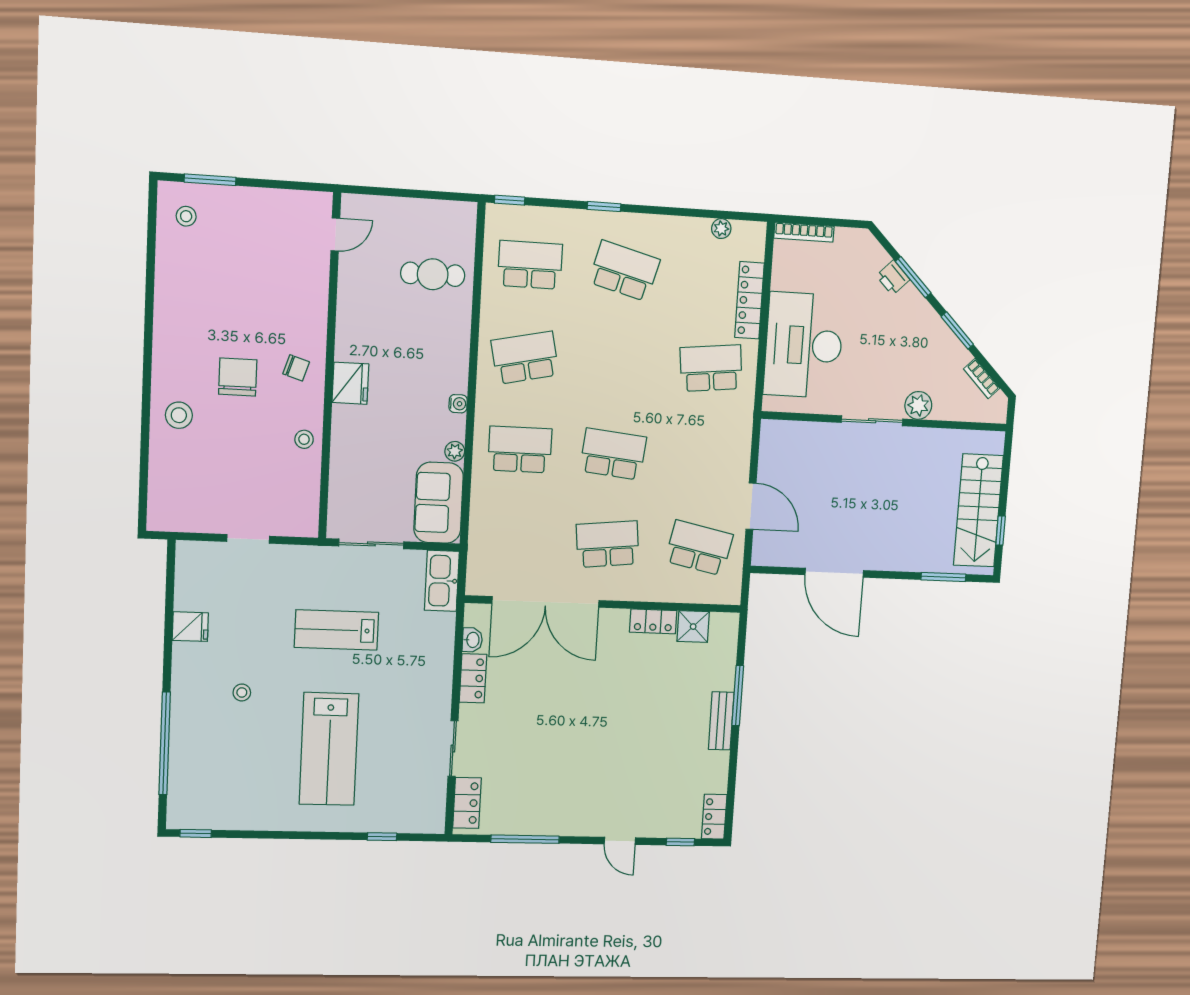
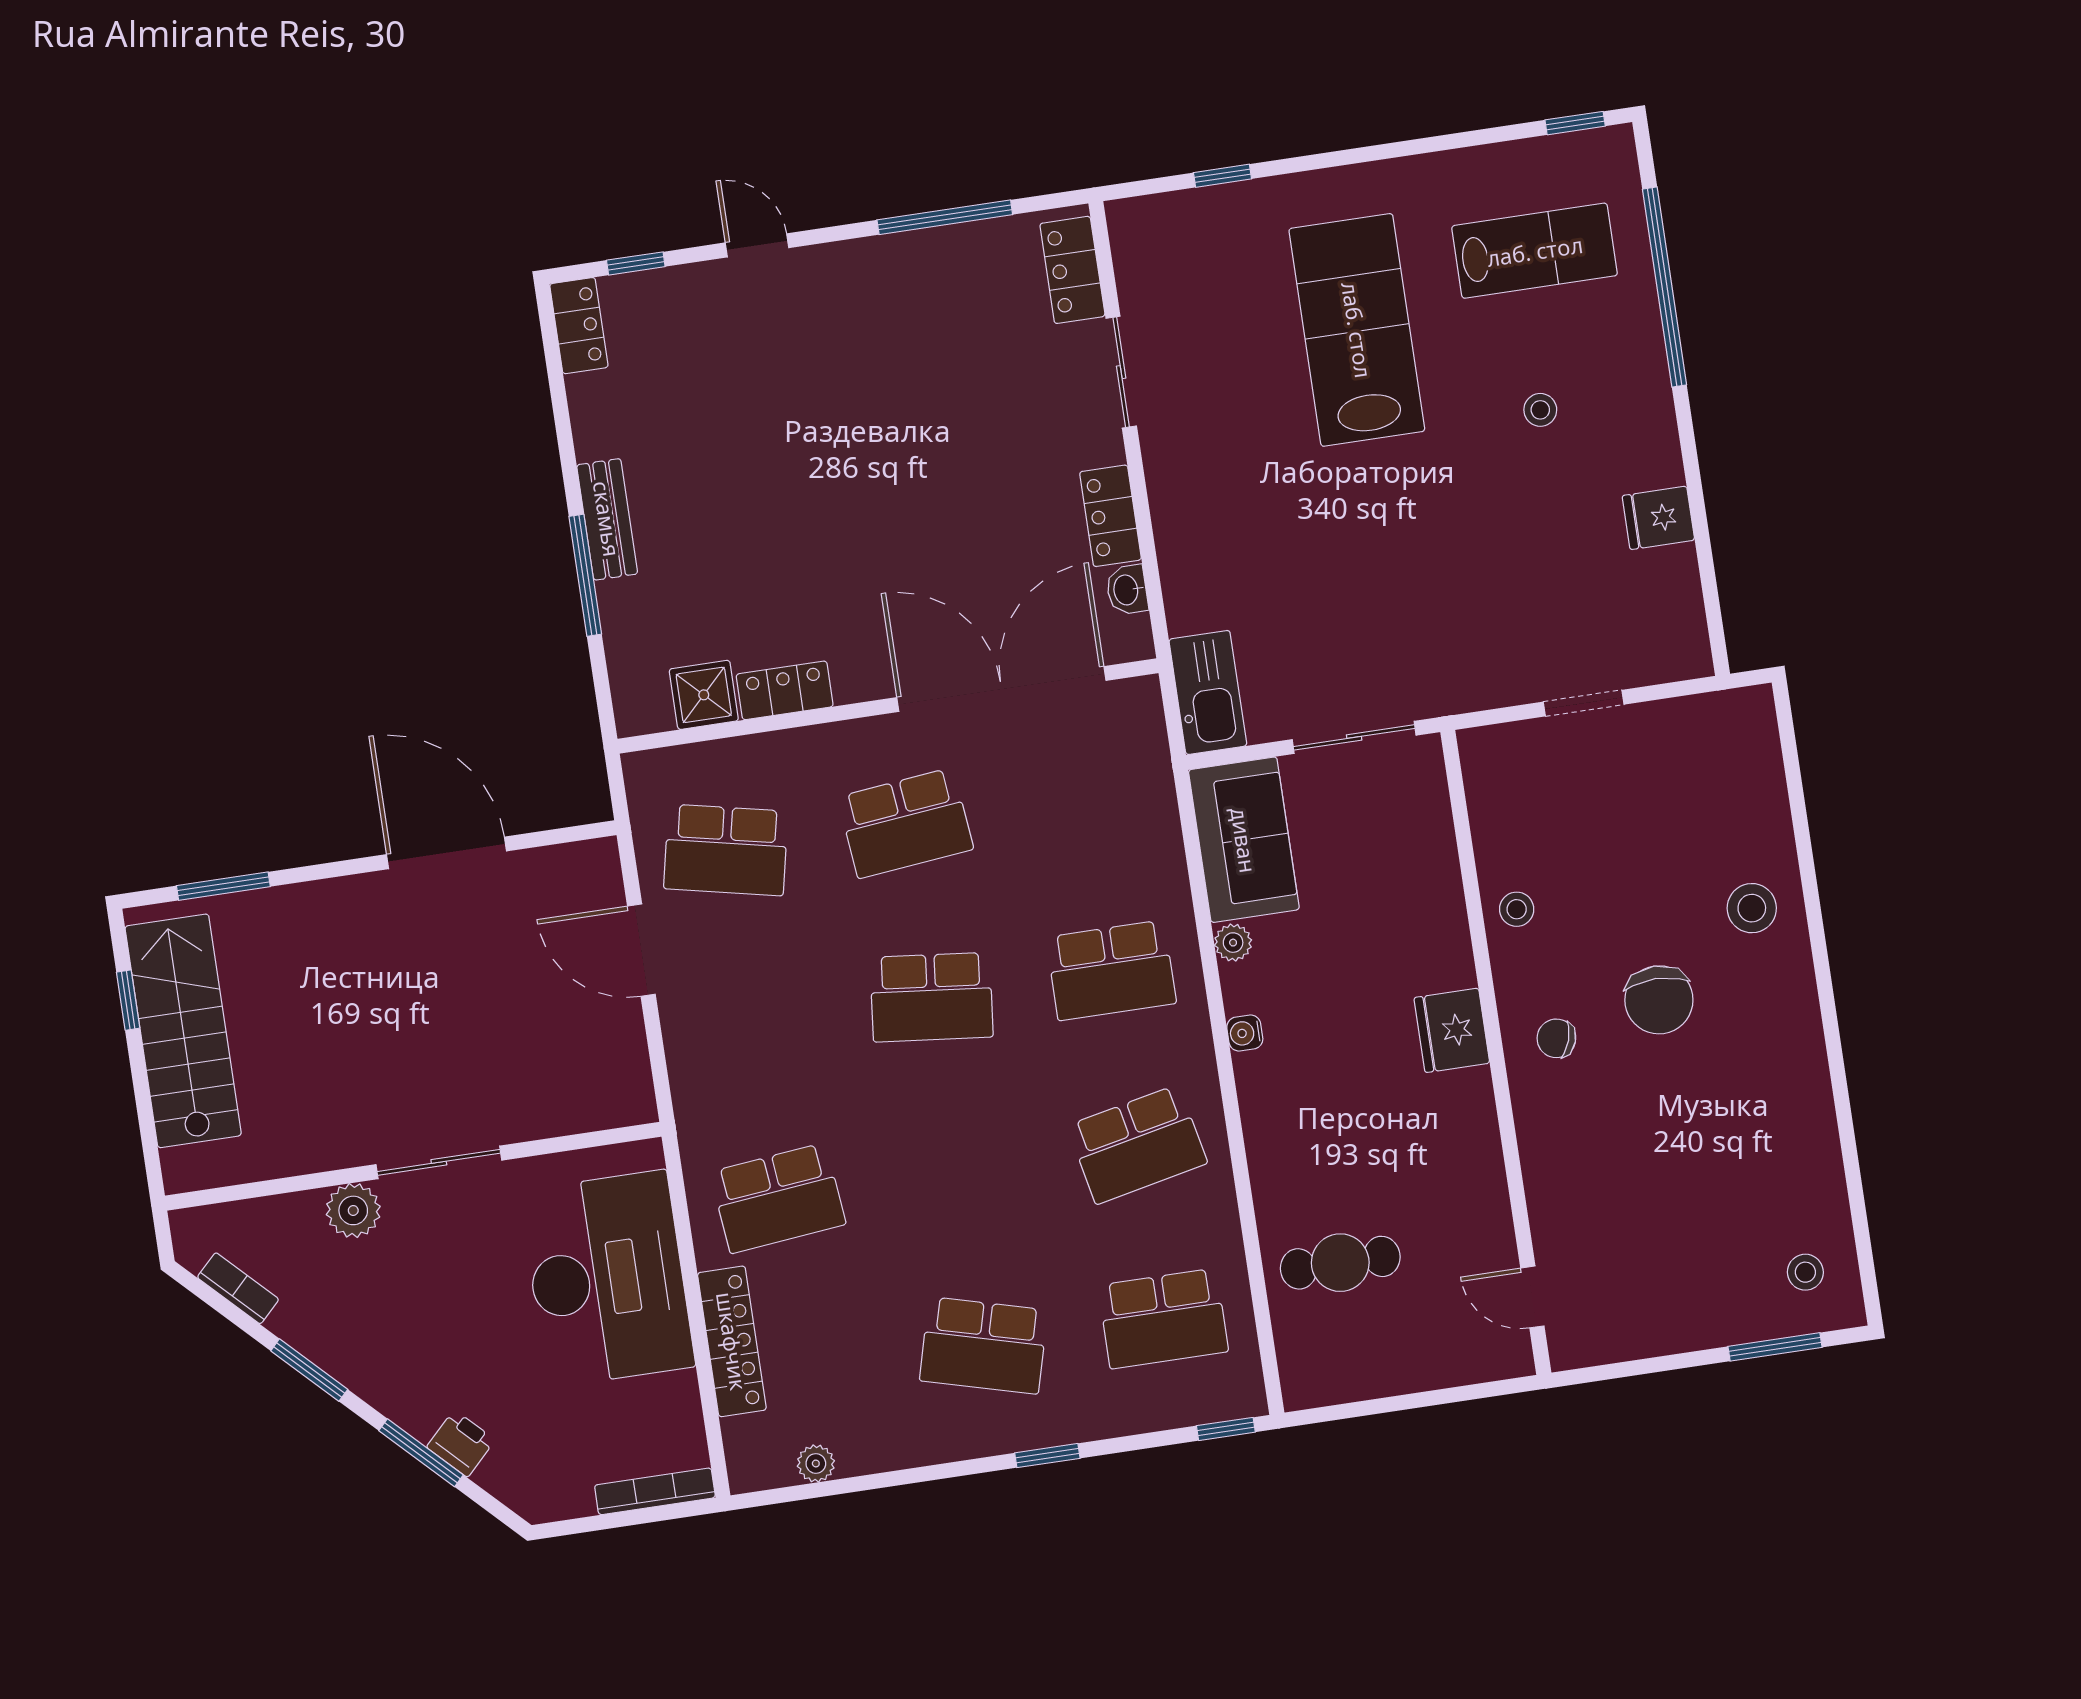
door: (335, 235) -> (1532, 1297), hinge flipped
lab bench: (337, 630) -> (1535, 251), moved

